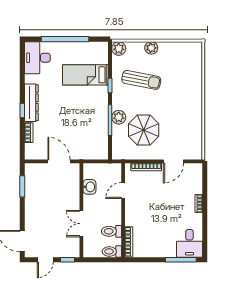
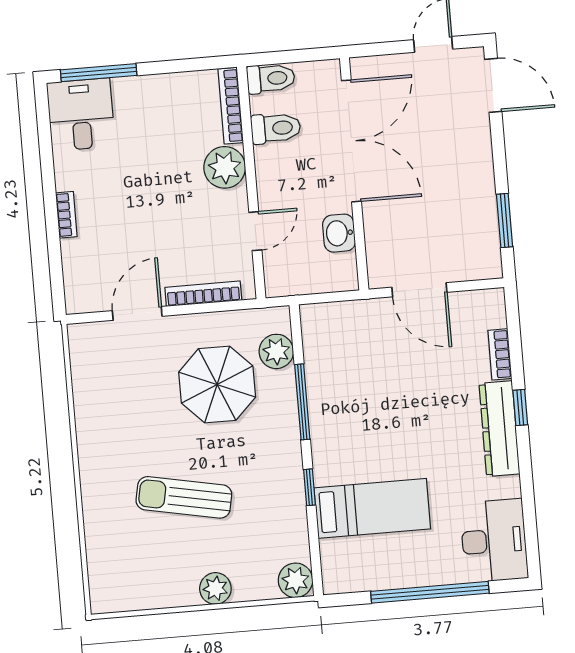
sun lounger: (141, 80) -> (184, 497), moved
plant: (119, 117) -> (276, 351), moved
plant: (133, 217) -> (225, 167), added
double door: (81, 224) -> (351, 141), width x1.87
window: (68, 260) -> (378, 49), removed

